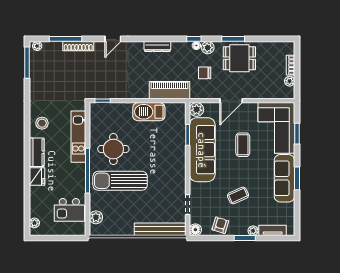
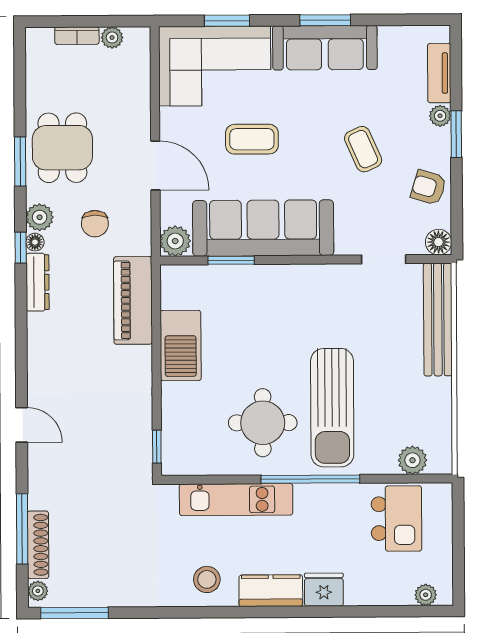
shoe rack: (78, 46) -> (38, 545), moved
dresser: (157, 47) -> (38, 282), moved

